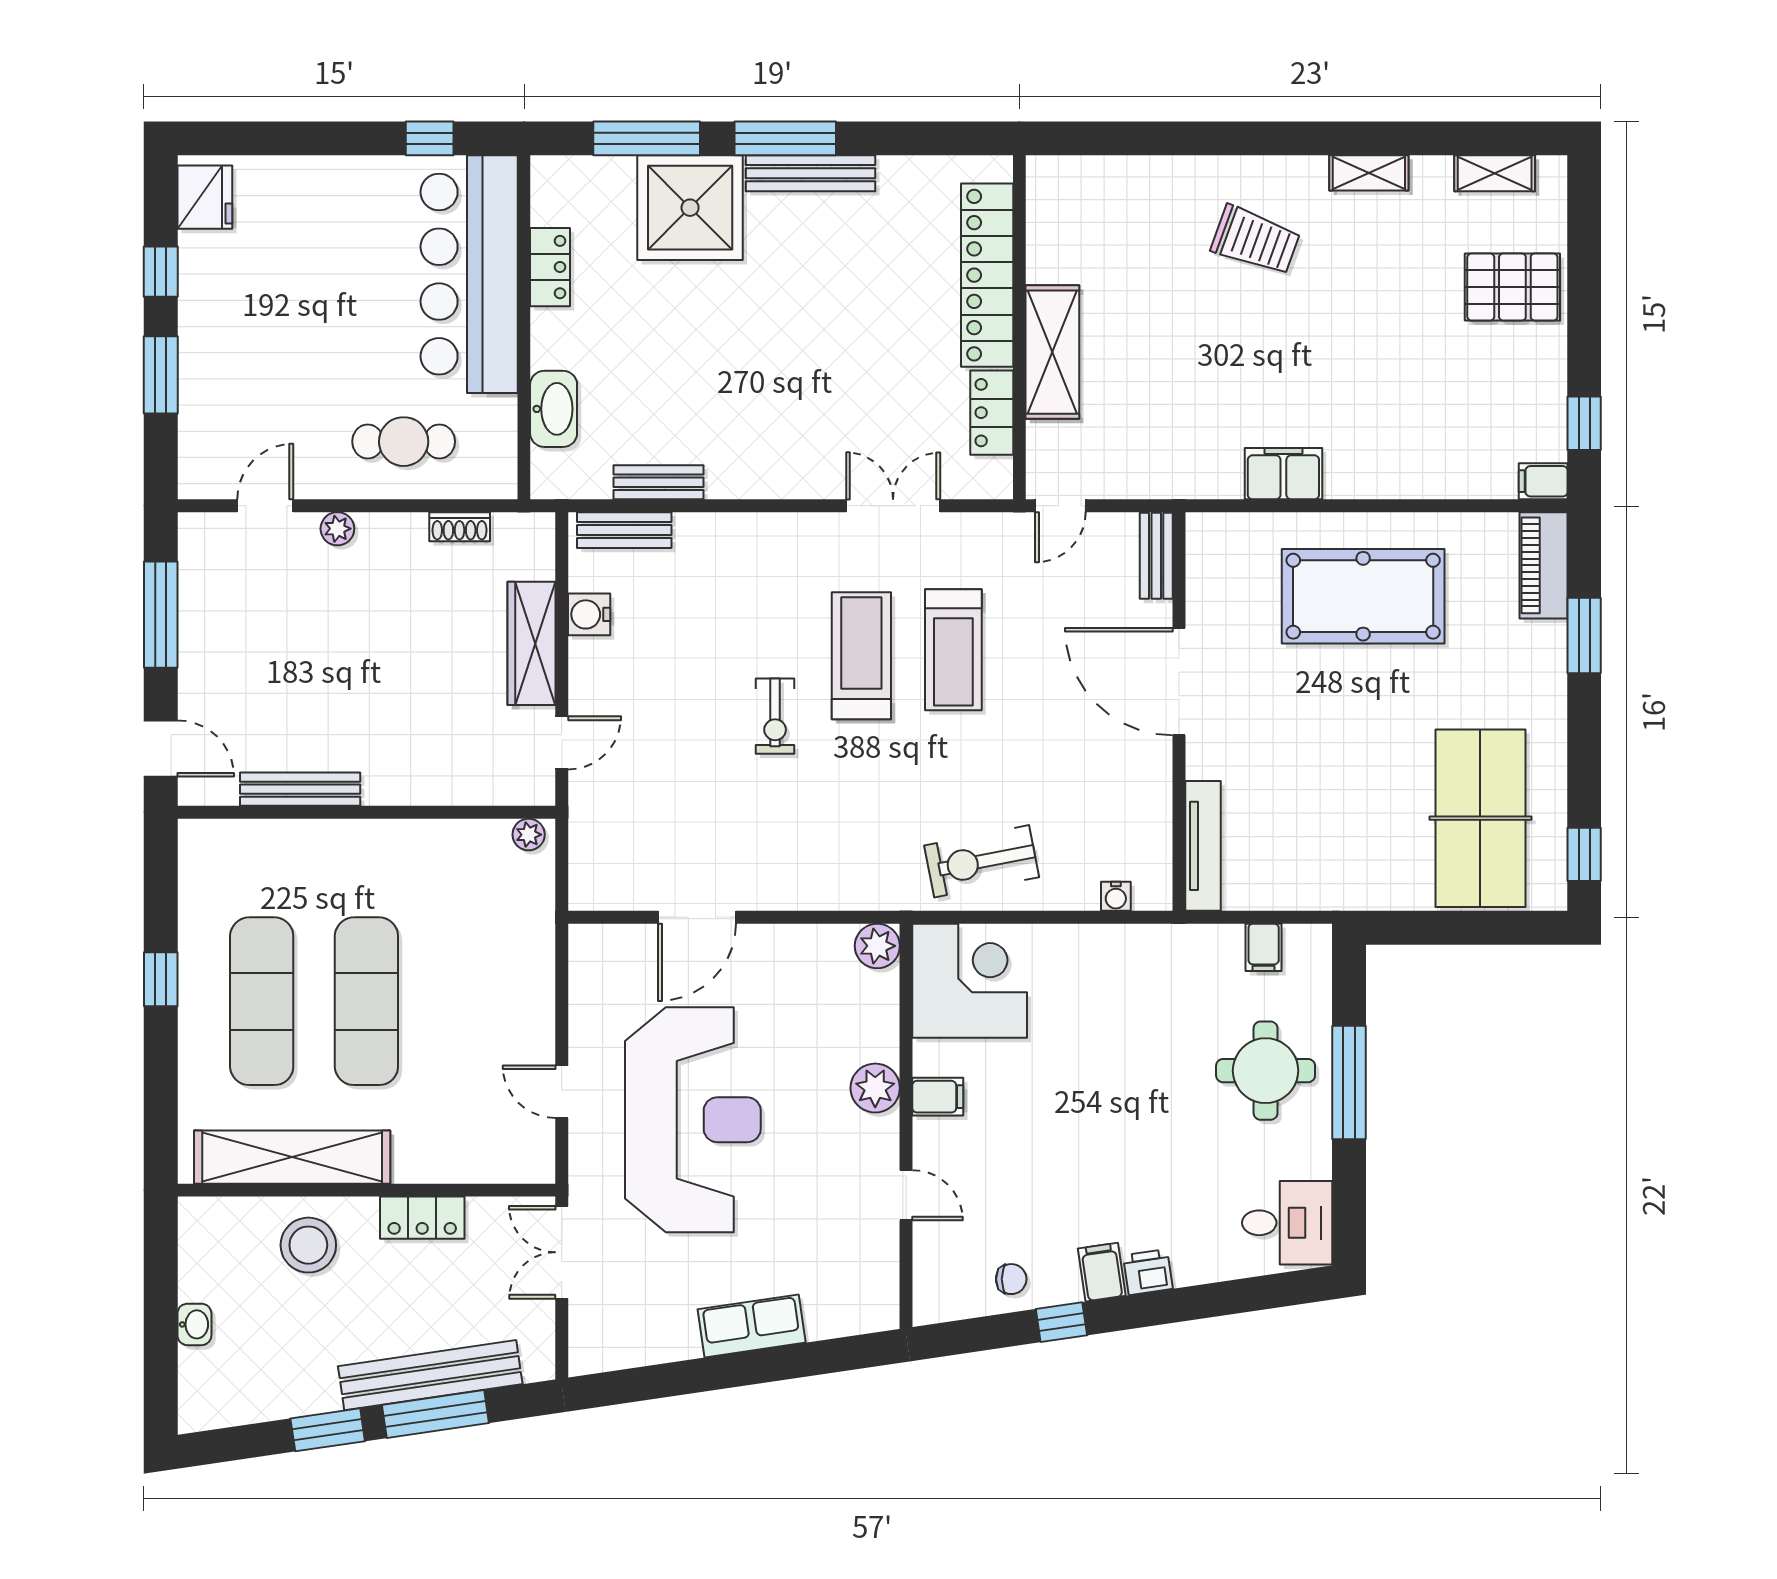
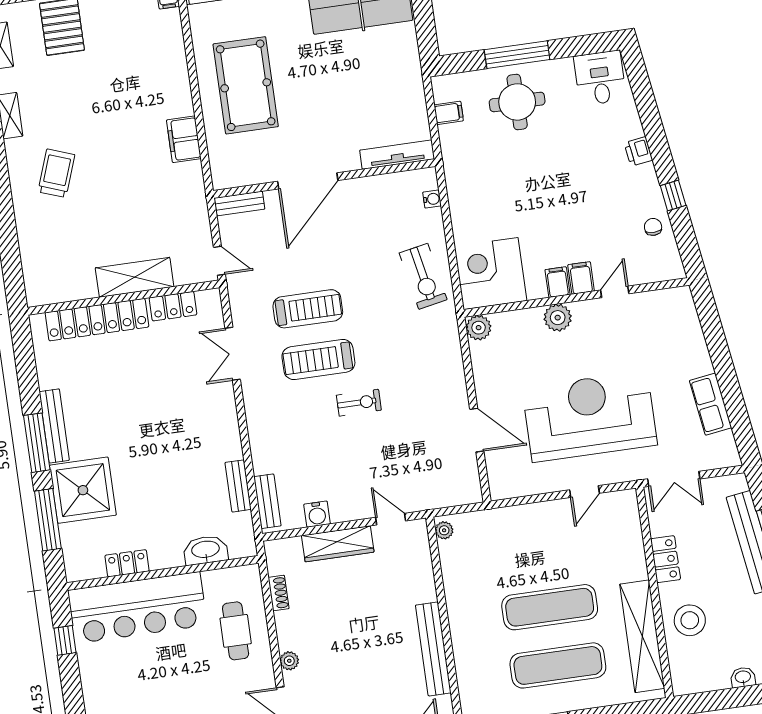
bench: (300, 789) -> (433, 649), width x1.37, depth x1.21
filing cabinet: (1102, 1272) -> (581, 278), moved, turned 98
row of seats: (752, 1326) -> (710, 404), moved

